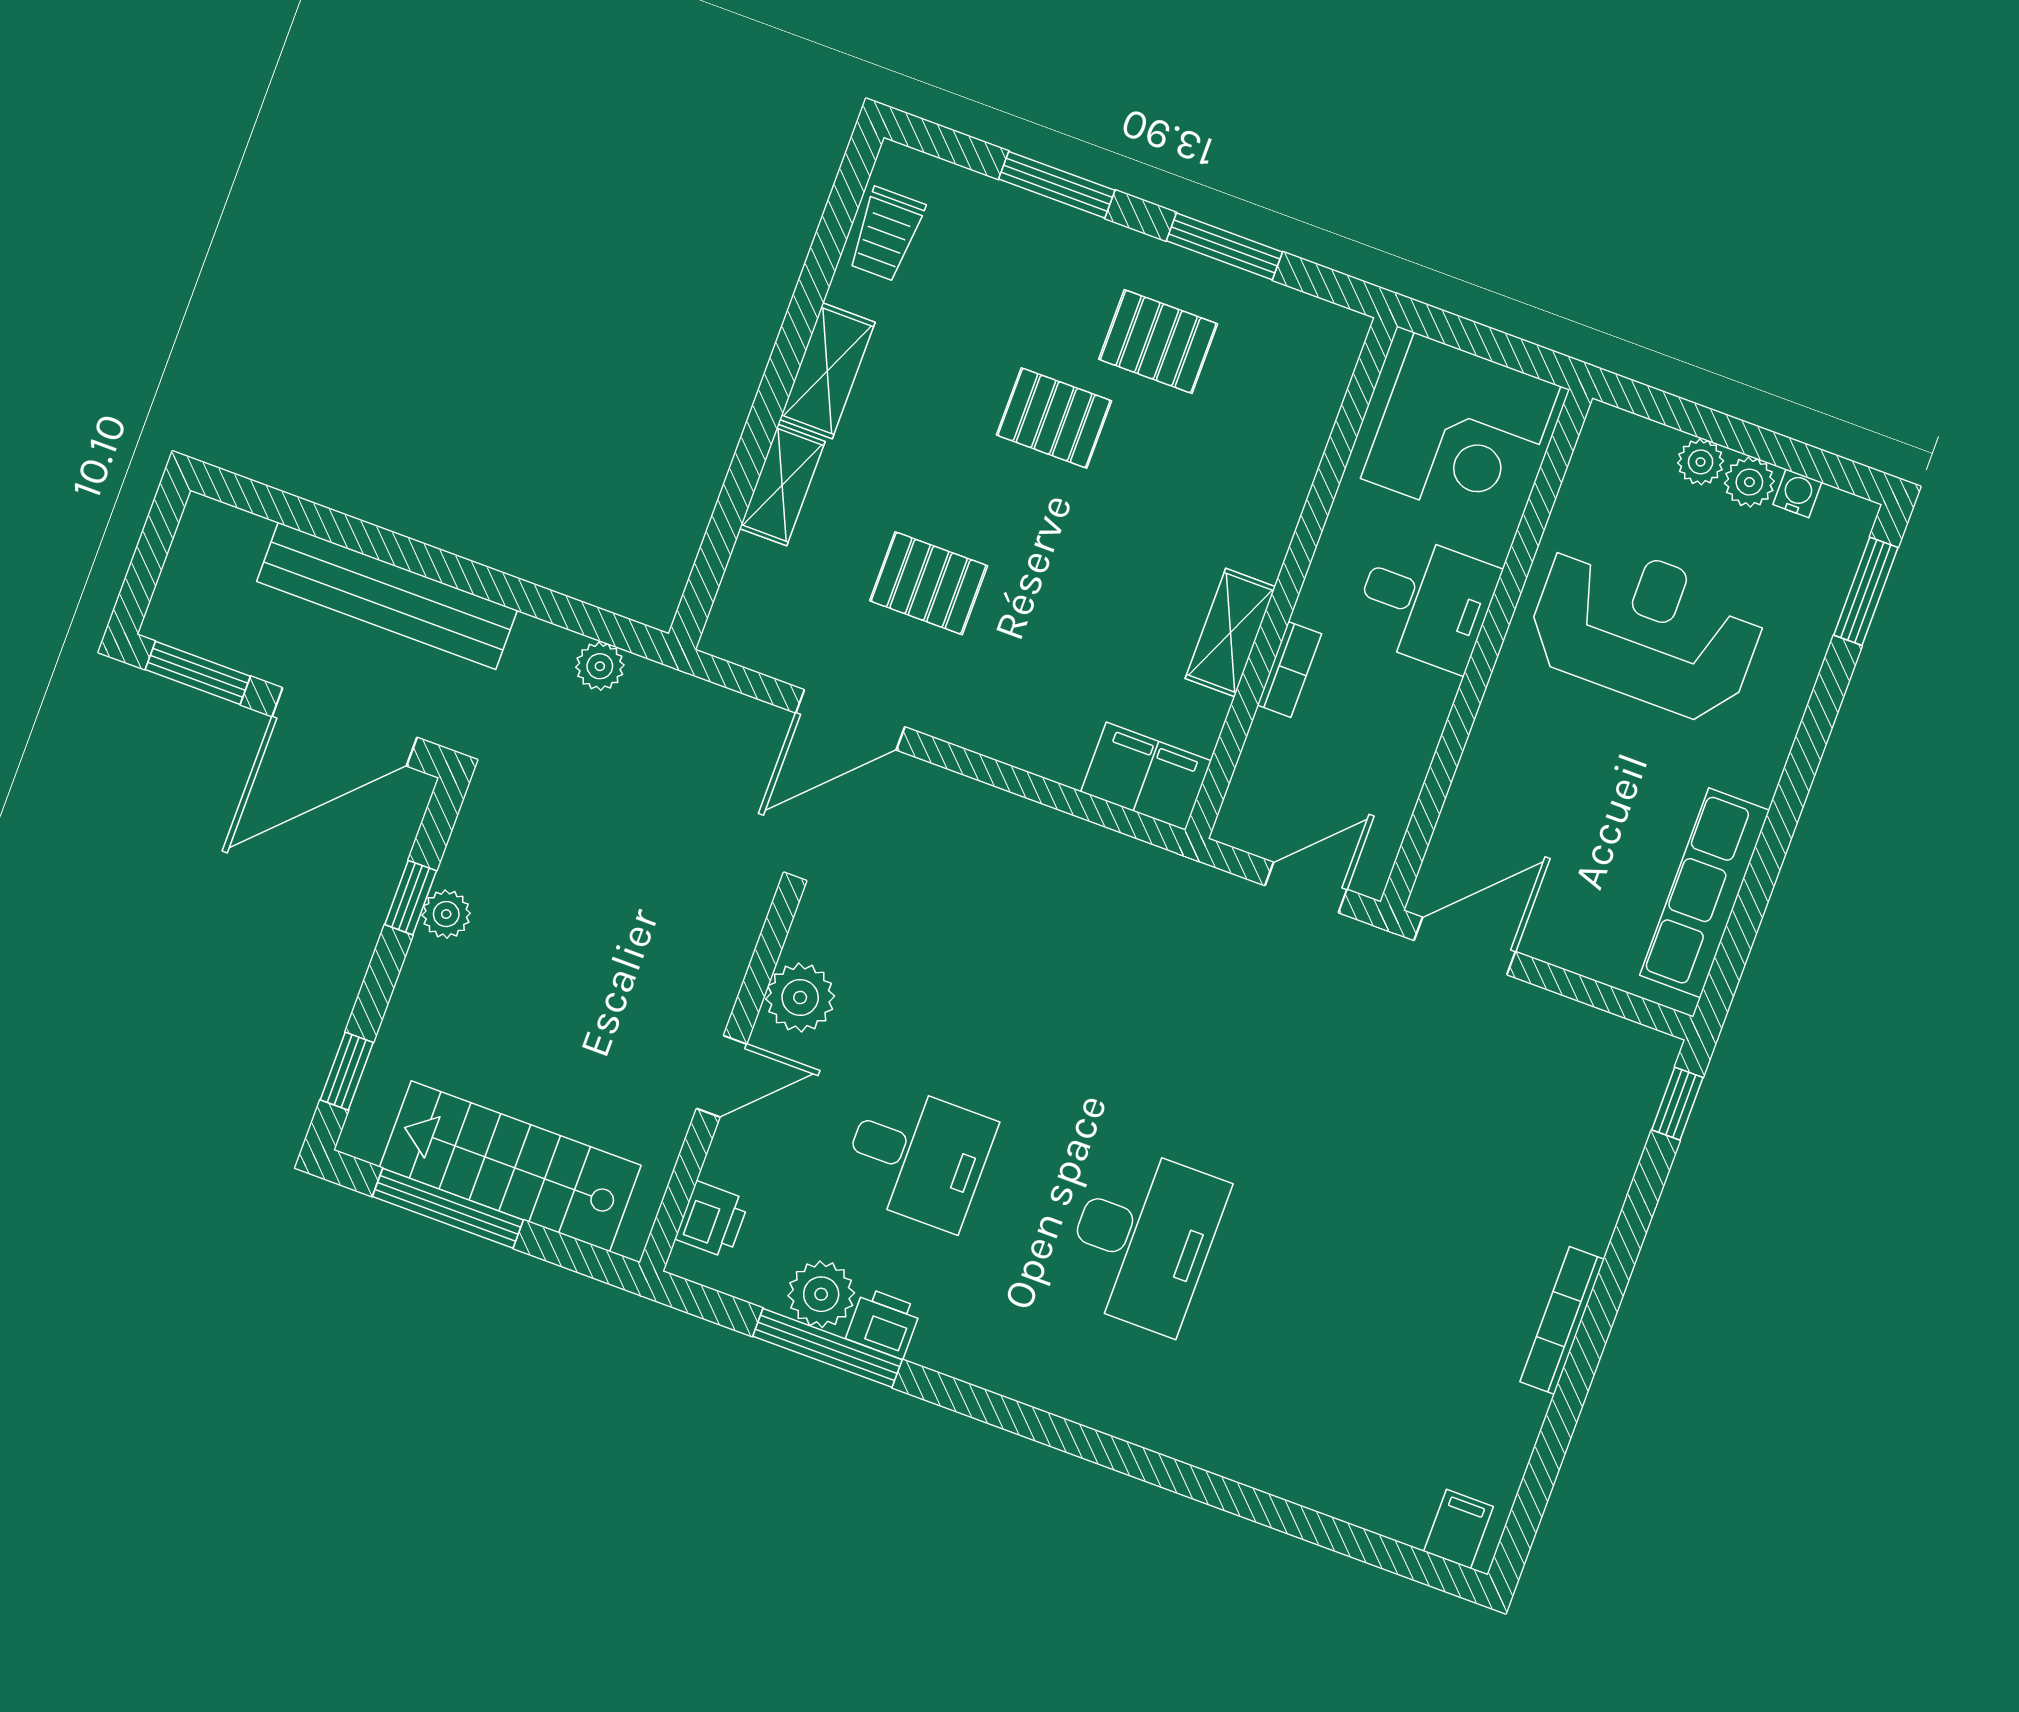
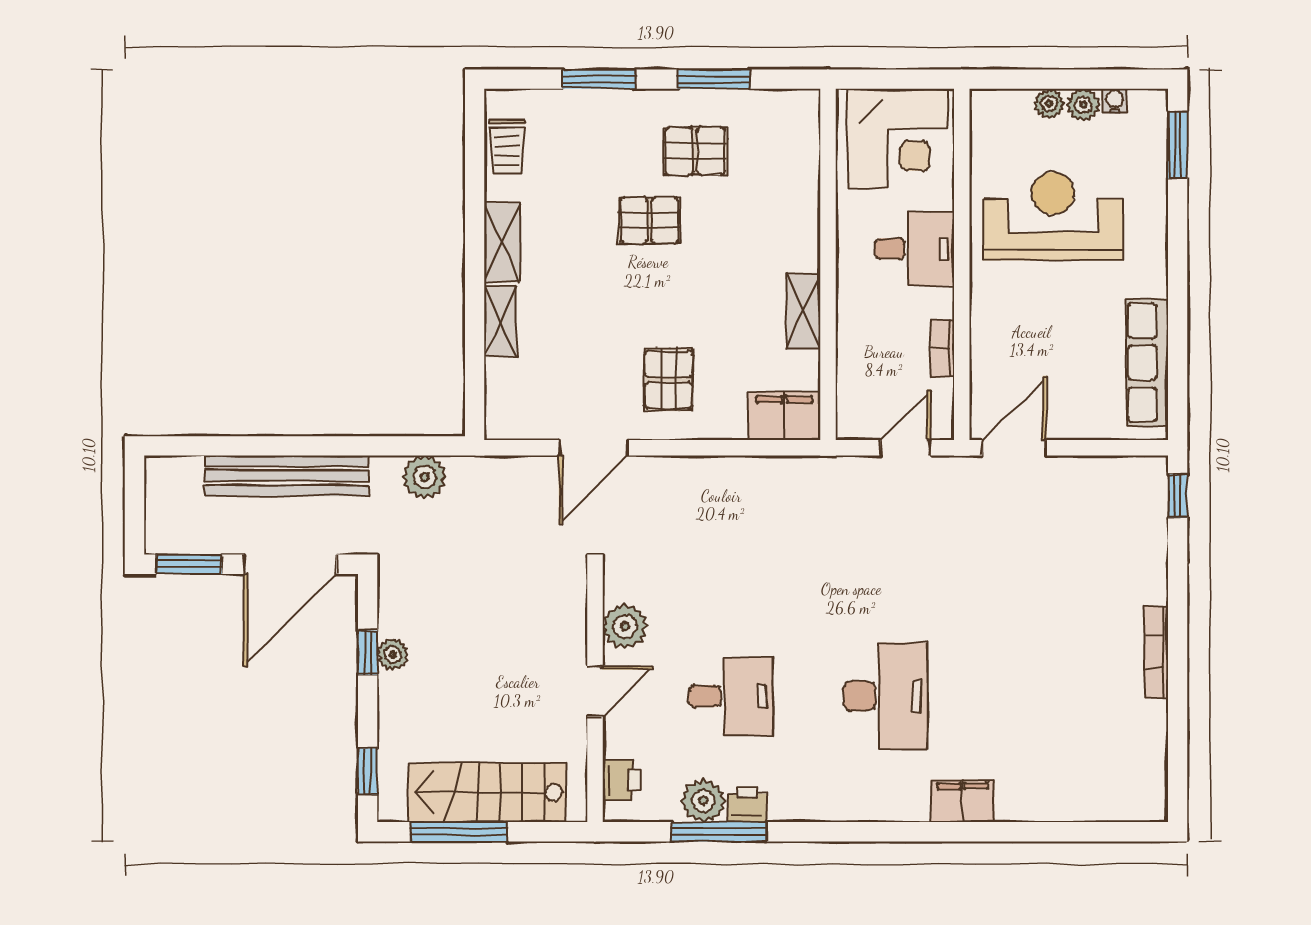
pallet: (929, 583) -> (669, 380), moved, turned 90
plant: (600, 666) -> (425, 477), width x1.38, depth x1.38
bookcase: (1289, 669) -> (943, 348), moved, turned 180
filing cabinet: (1458, 1529) -> (962, 801), moved, width x2.00

